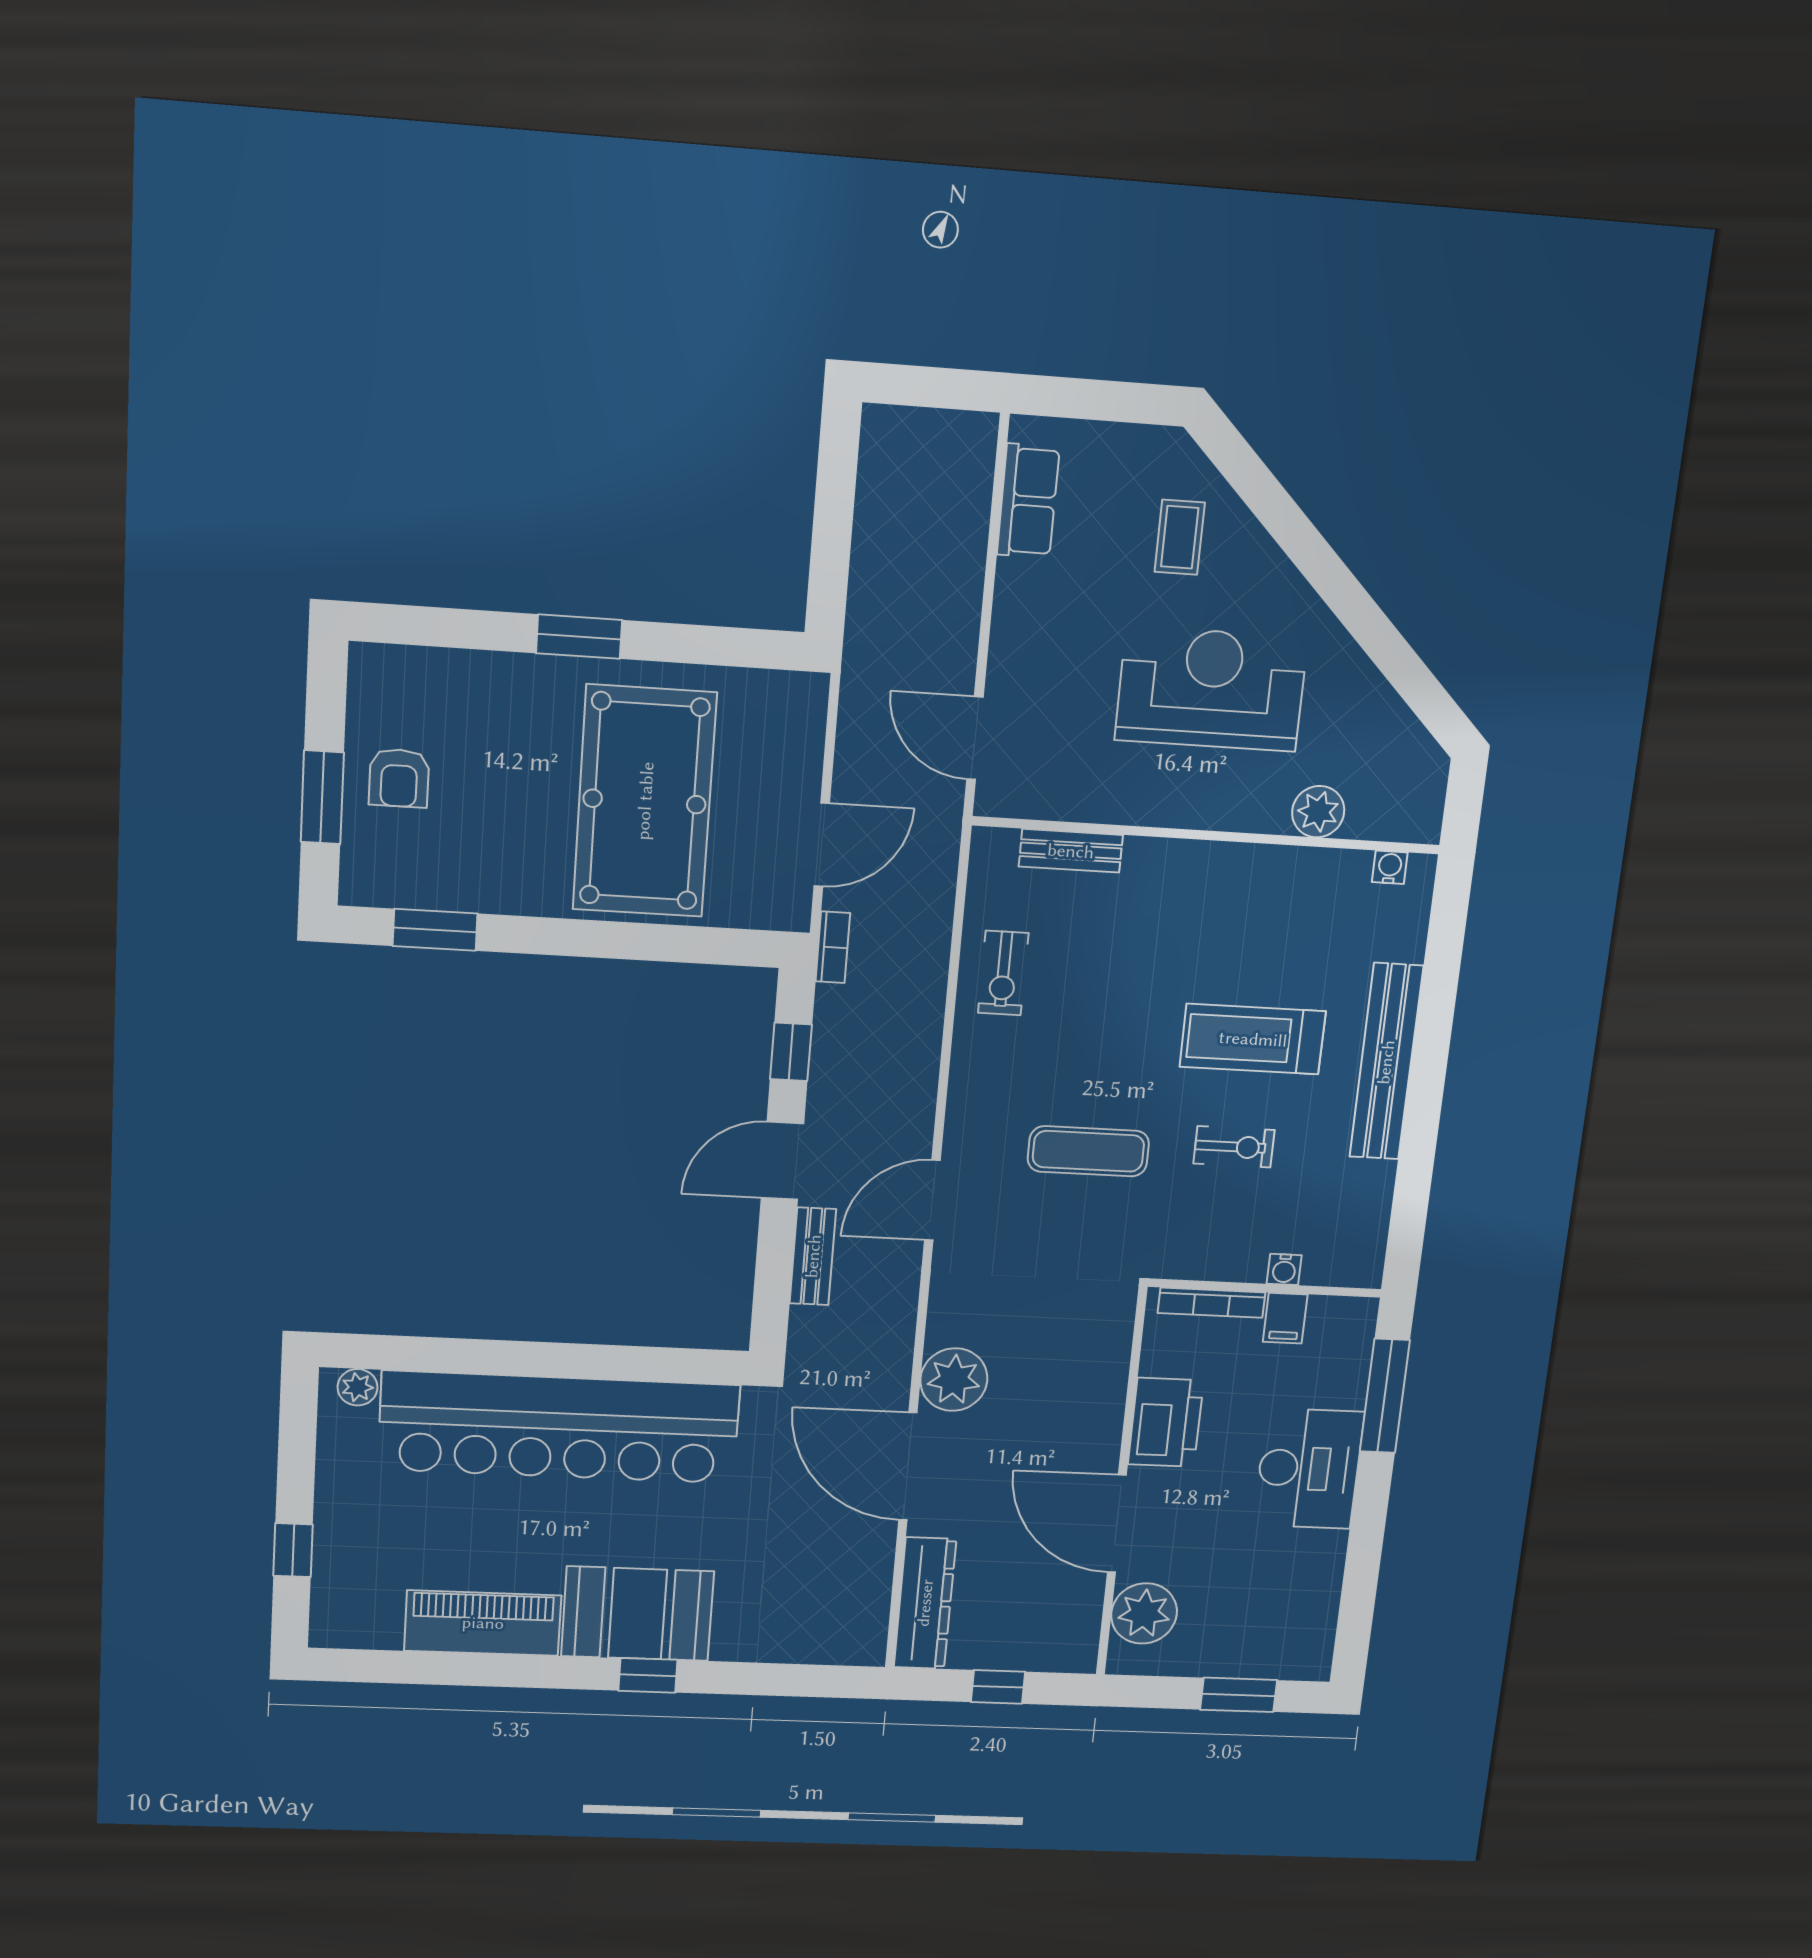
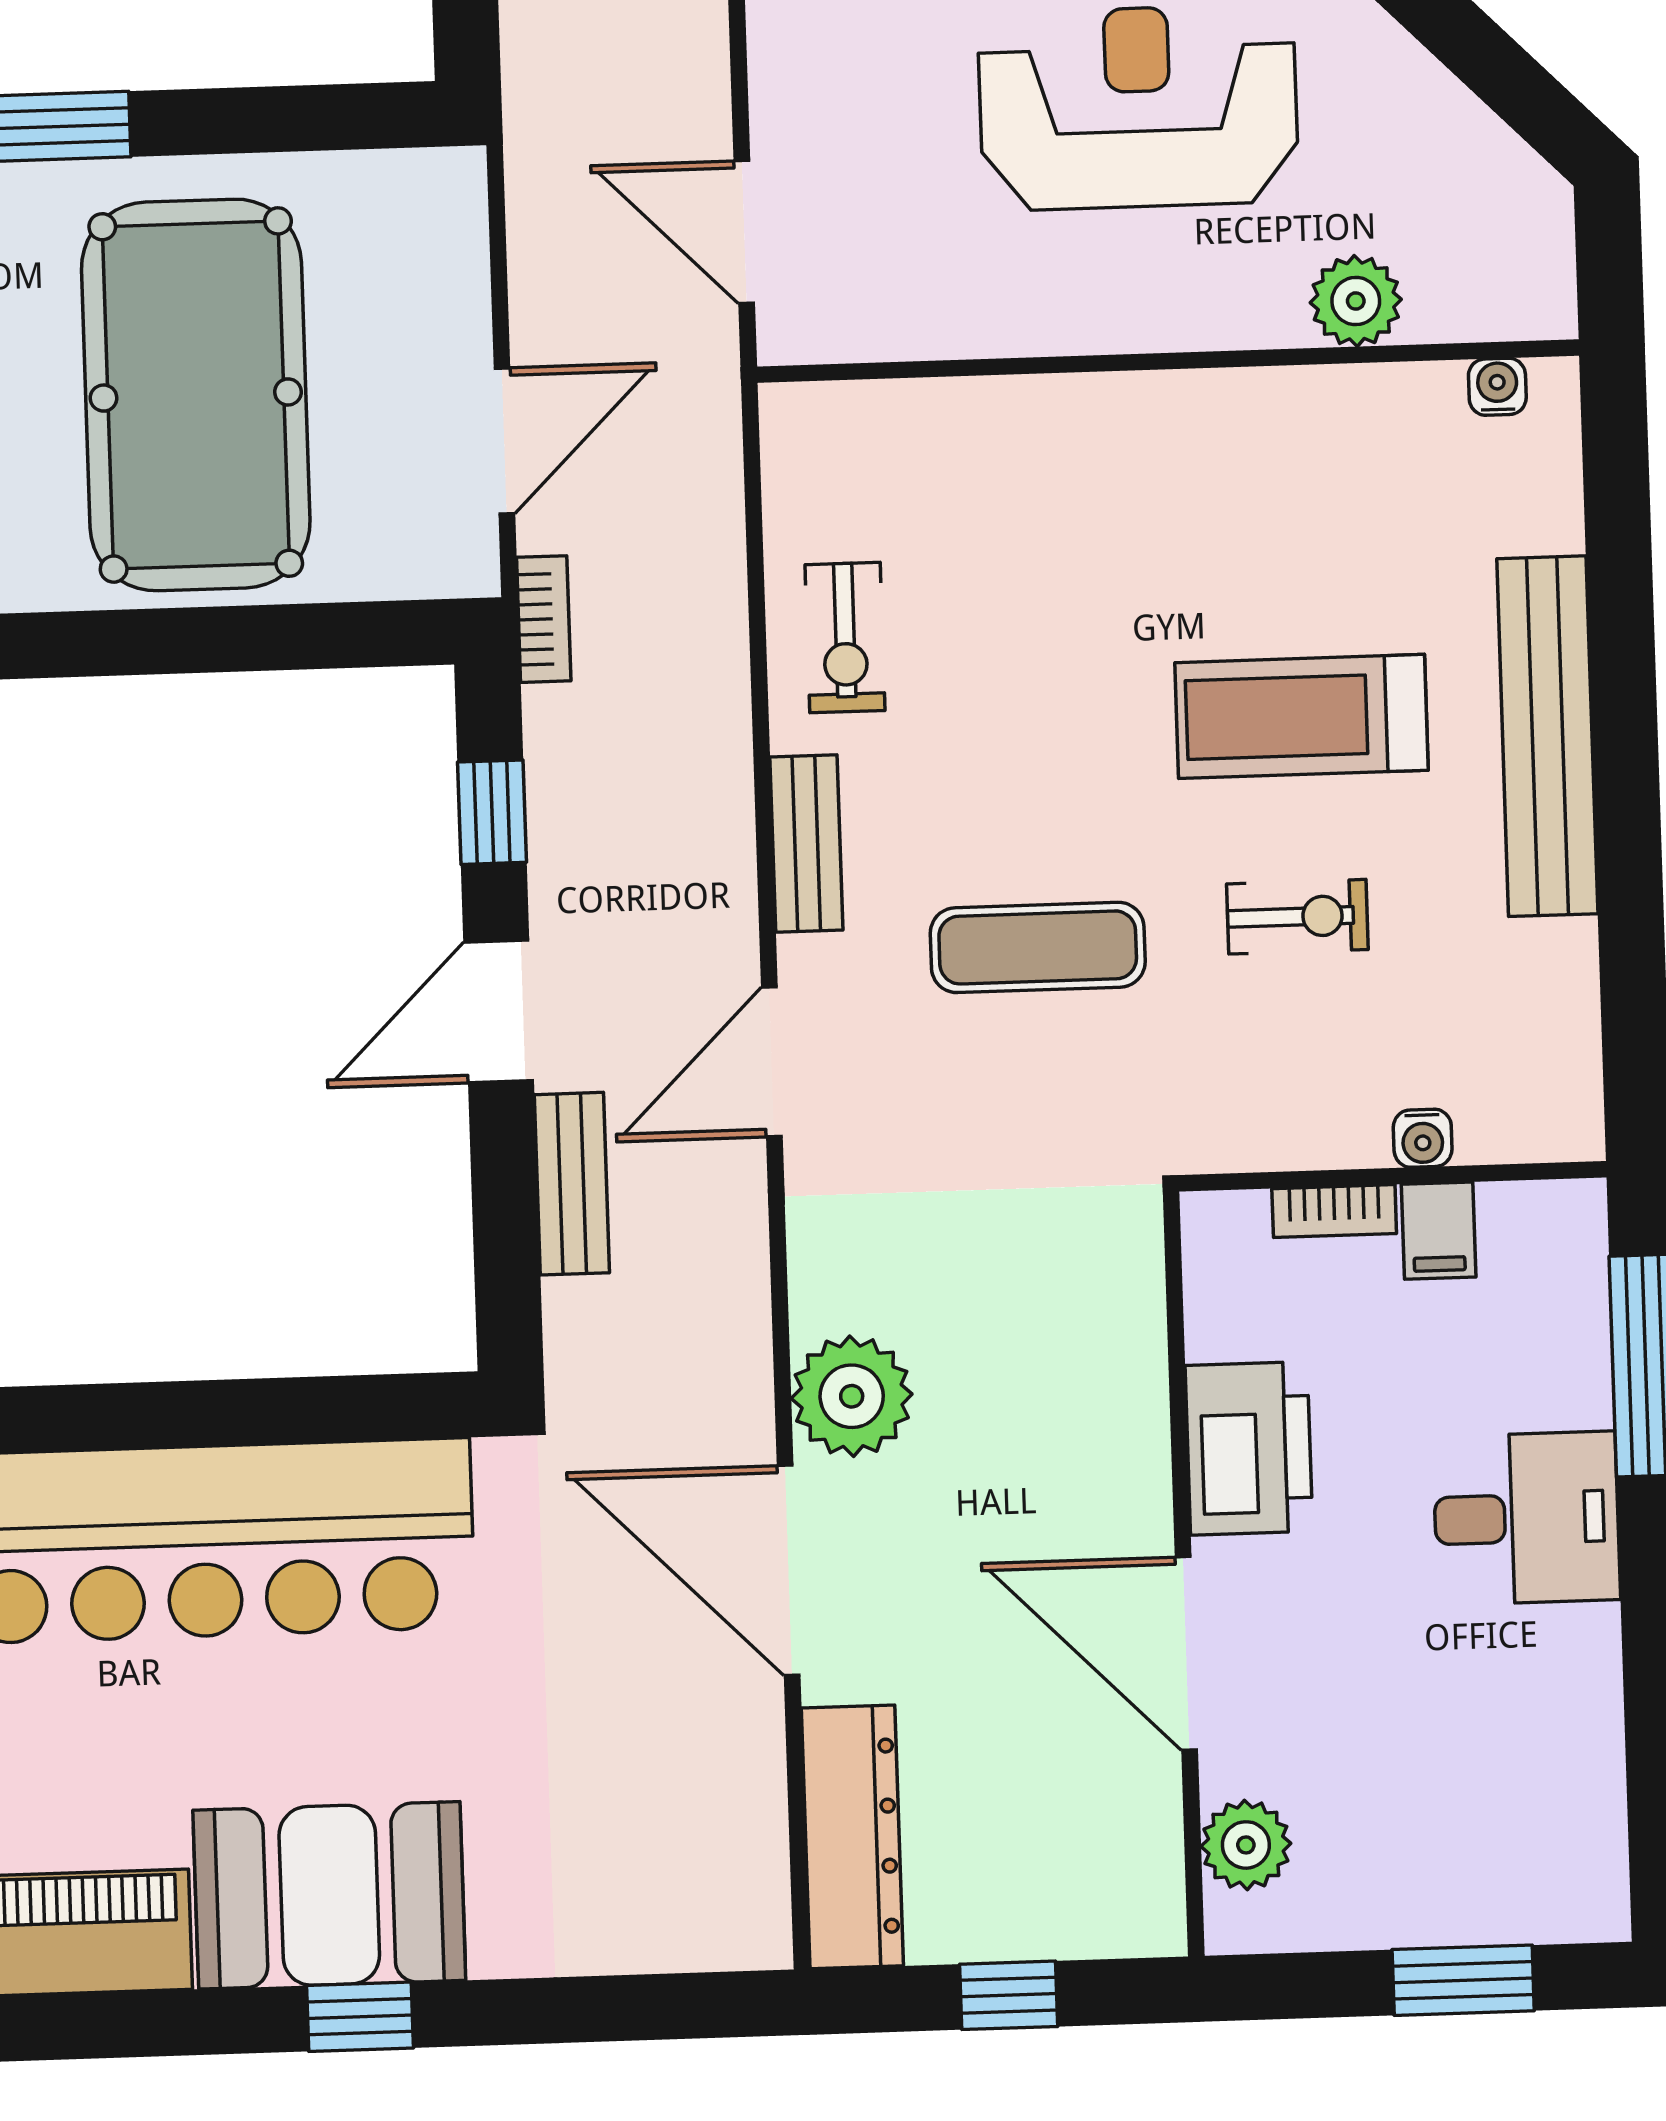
bench: (1071, 851) -> (806, 843), moved, turned 90
bookcase: (1212, 1303) -> (1334, 1211), width x0.64
desk: (1309, 1469) -> (1527, 1518), width x0.73
plant: (1144, 1613) -> (1246, 1845), width x0.73, depth x0.73

